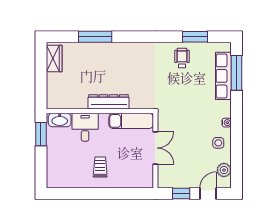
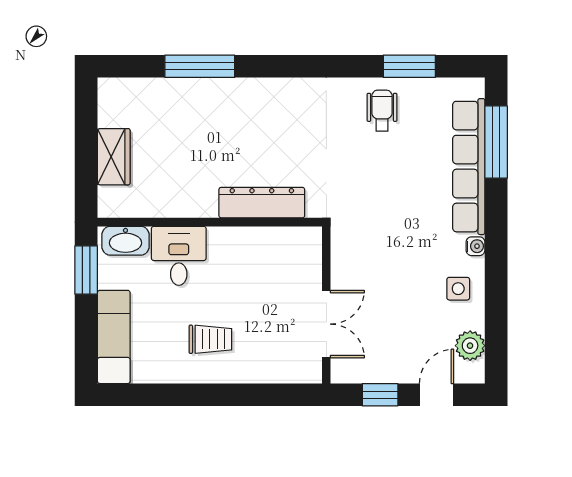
wardrobe: (54, 58) -> (114, 157), moved
row of seats: (223, 76) -> (469, 167), width x1.36
dresser: (109, 102) -> (262, 203), moved
exam couch: (131, 121) -> (114, 337), moved, turned -90
double door: (155, 148) -> (326, 324), moved
trolley: (100, 167) -> (210, 339), turned 90

